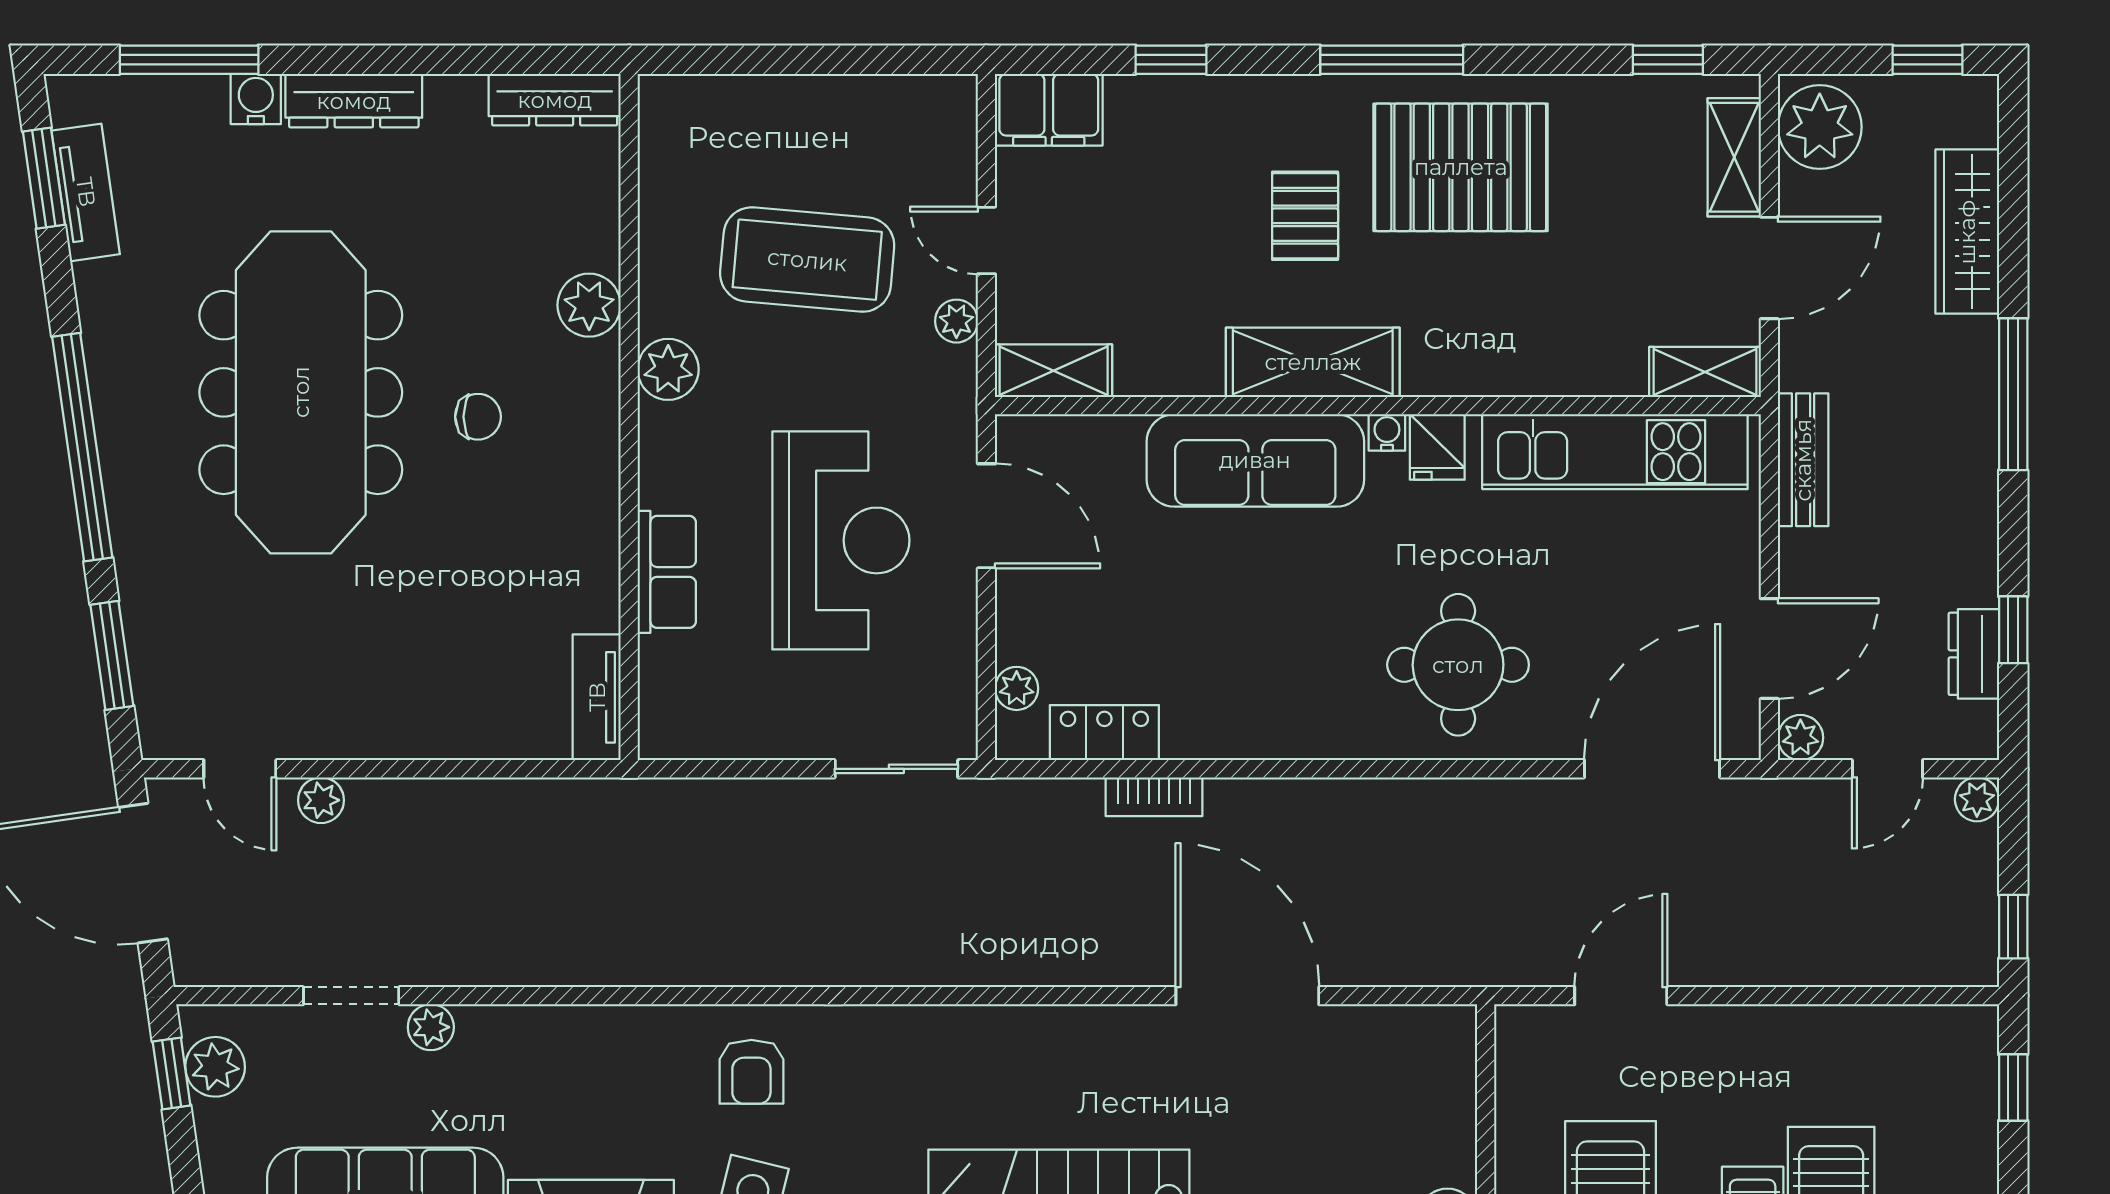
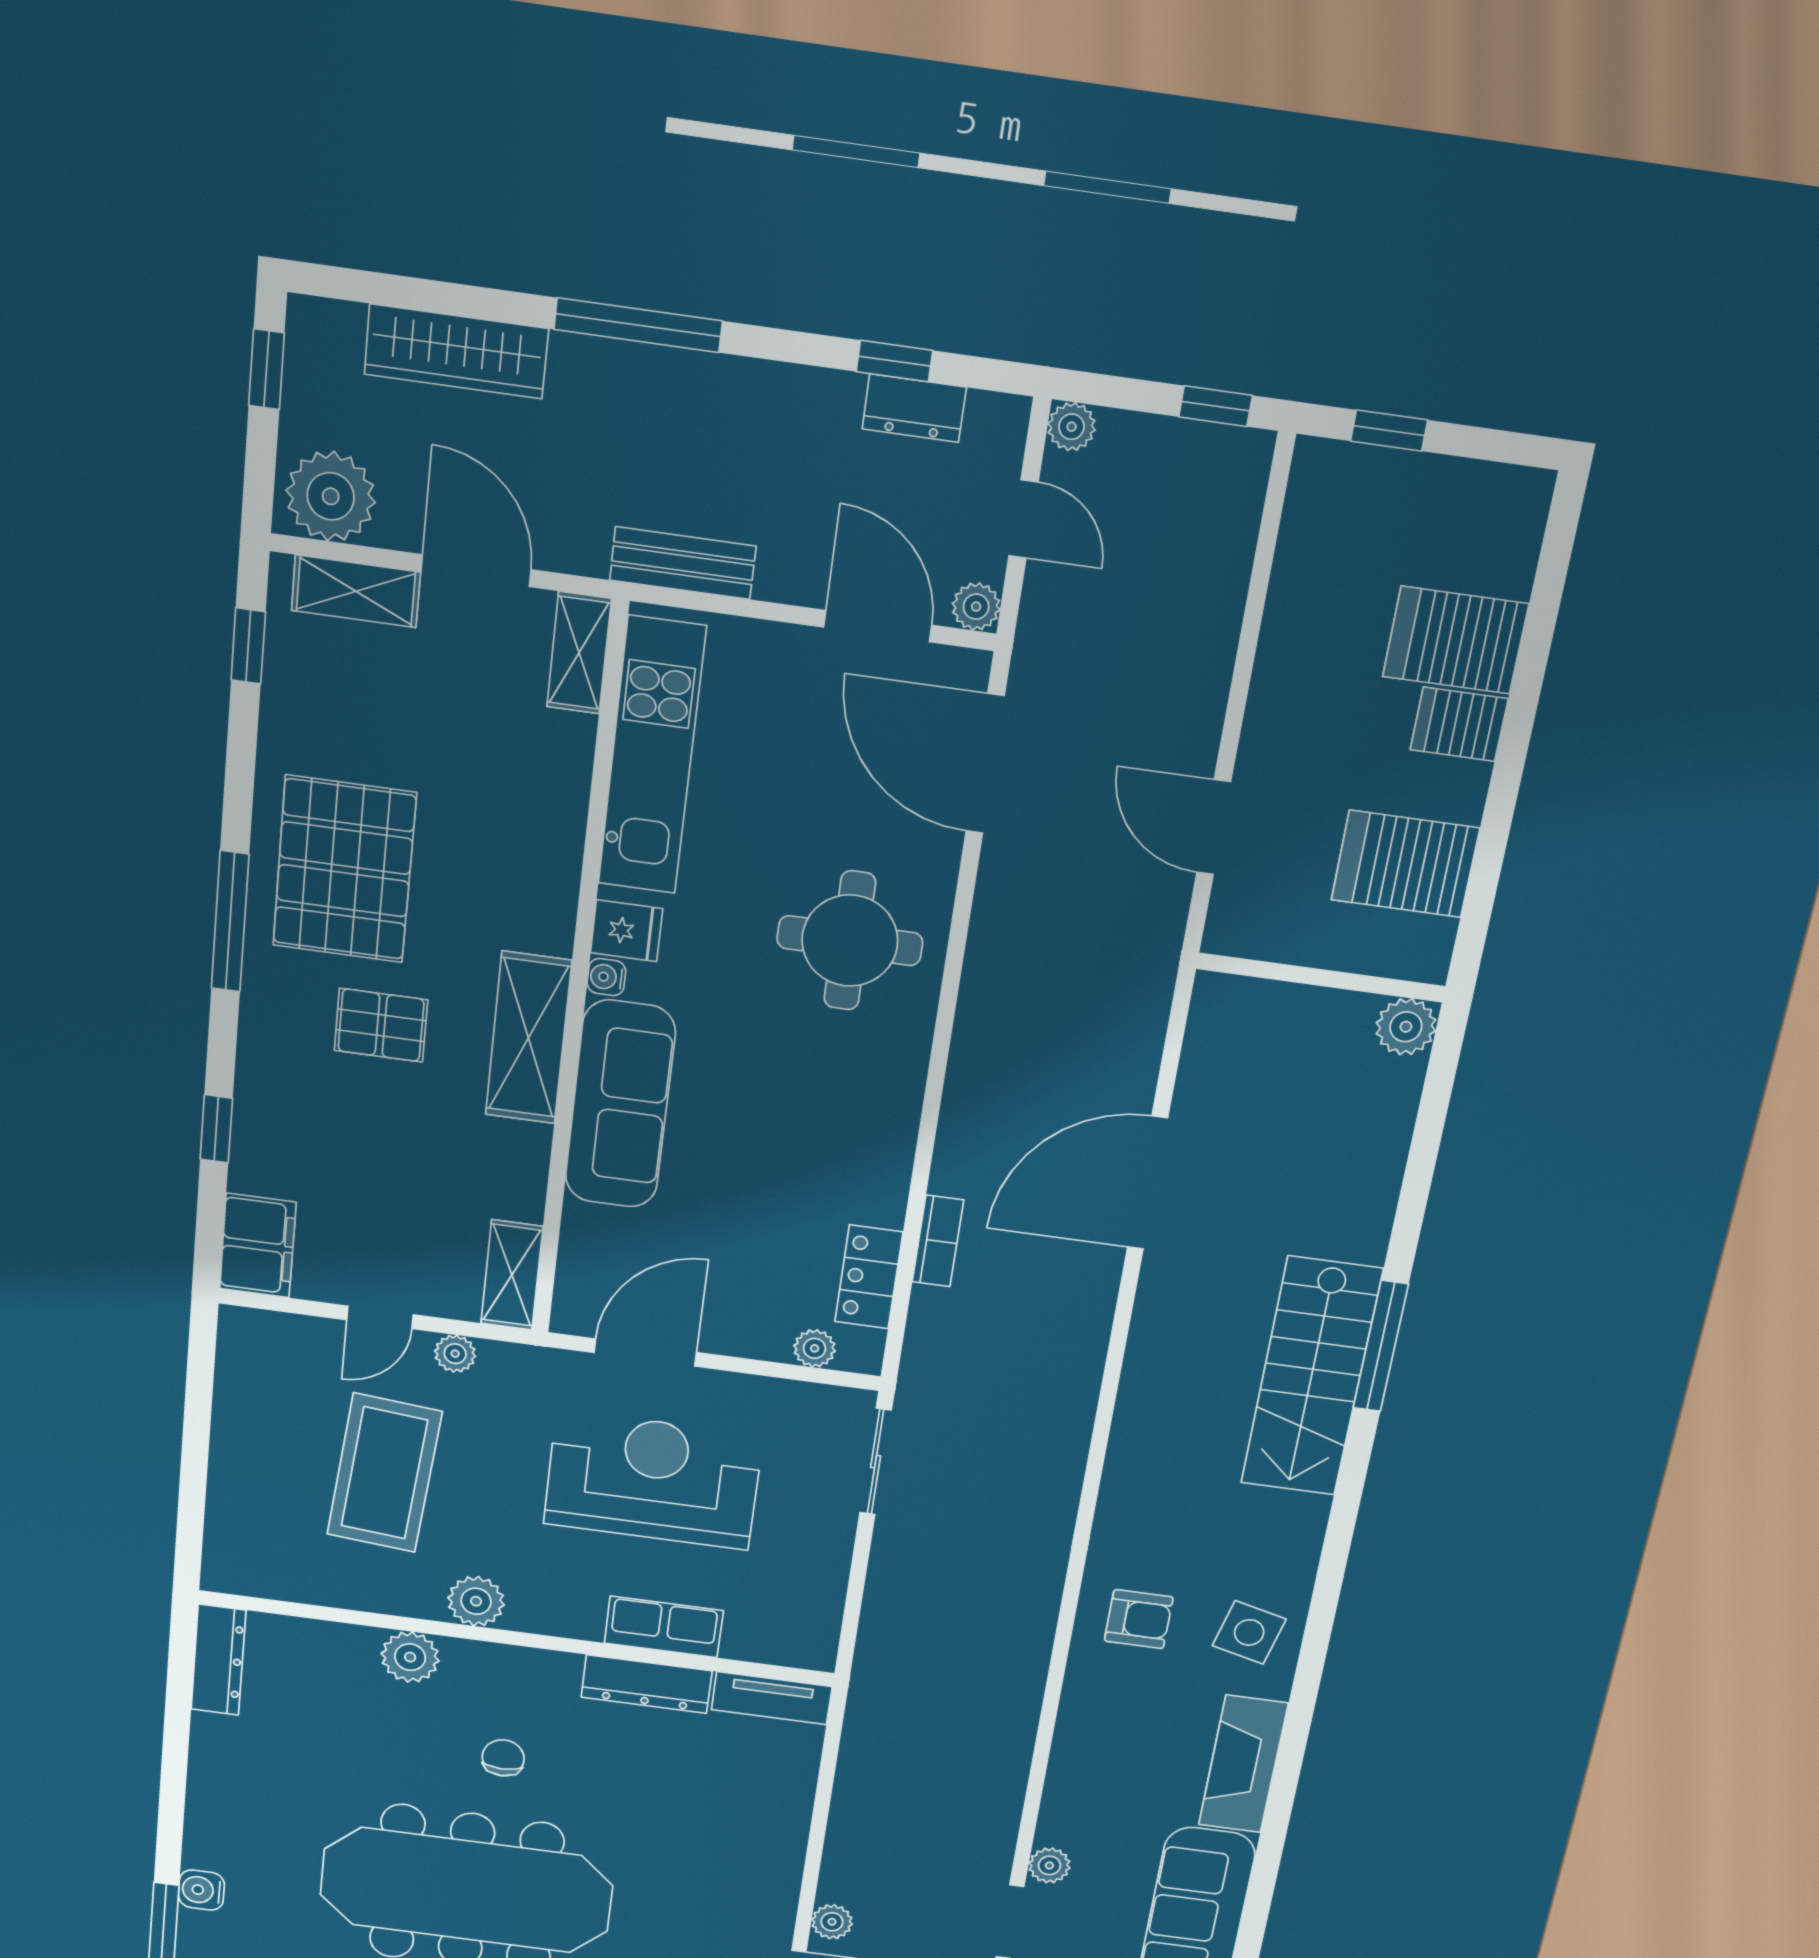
dresser: (354, 101) -> (647, 1684), moved, turned 90

